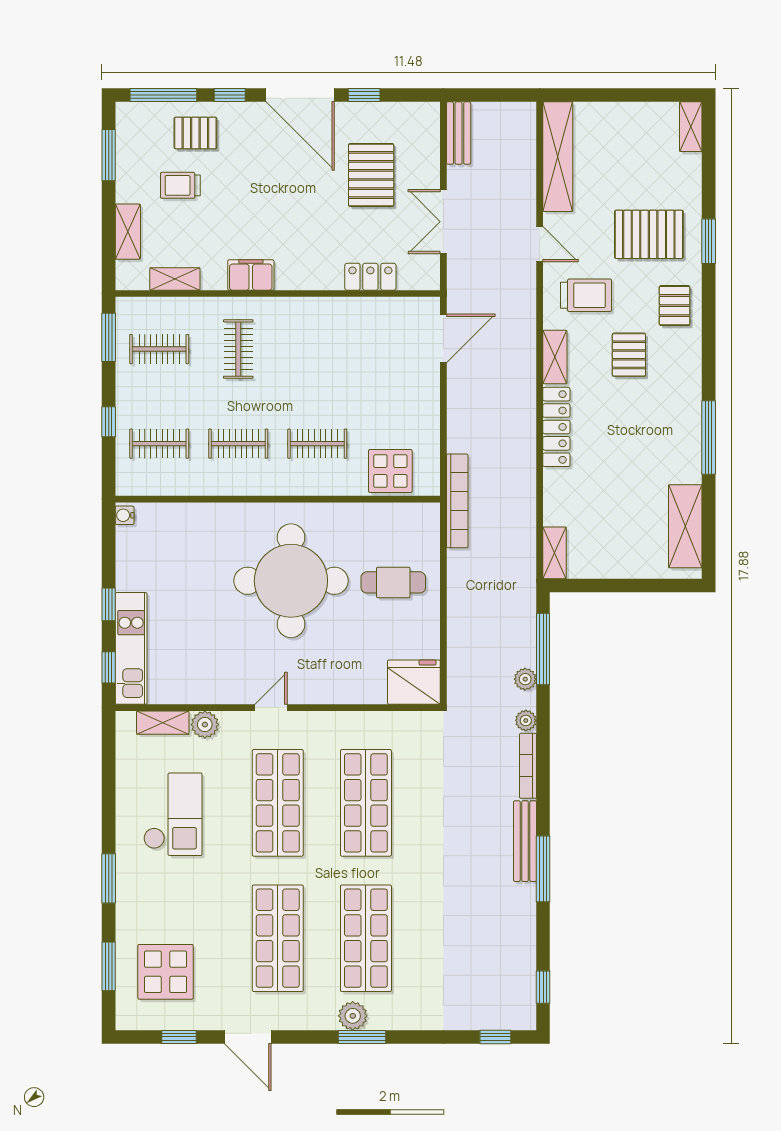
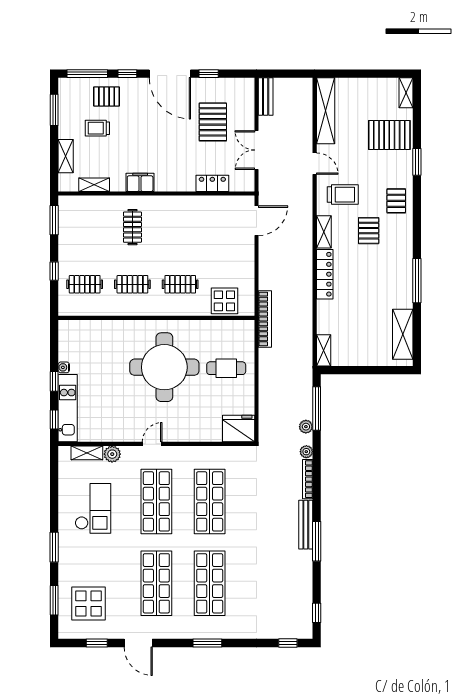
pallet: (649, 234) -> (389, 135), moved
clothes rail: (159, 349) -> (85, 227), removed
water cooler: (125, 515) -> (64, 367), moved
plant: (353, 1016) -> (202, 630), removed

